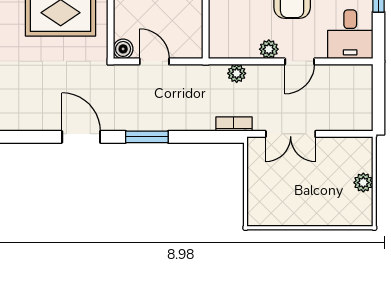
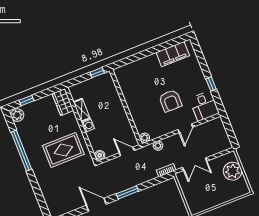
plant: (269, 49) -> (145, 138), moved
door: (154, 61) -> (127, 152), moved
plant: (363, 183) -> (233, 171), width x1.88, depth x1.88

